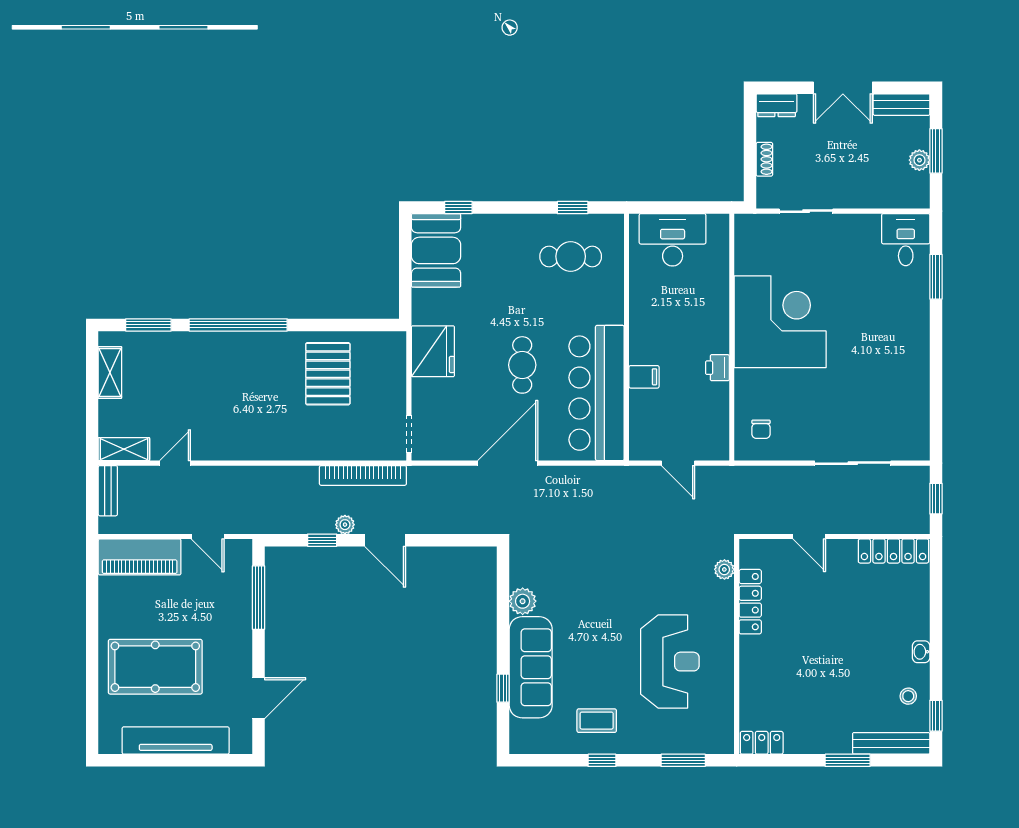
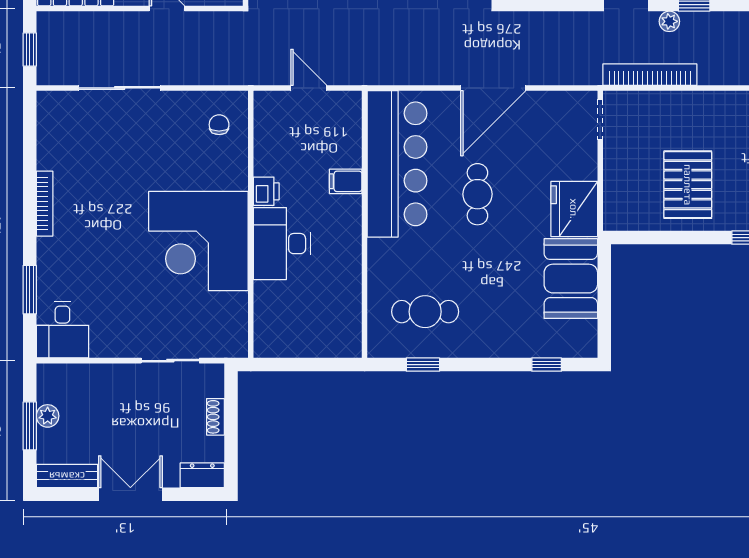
desk: (673, 240) -> (282, 244), moved, turned 90
booth: (436, 250) -> (571, 279), moved
bookcase: (922, 356) -> (45, 204), added

